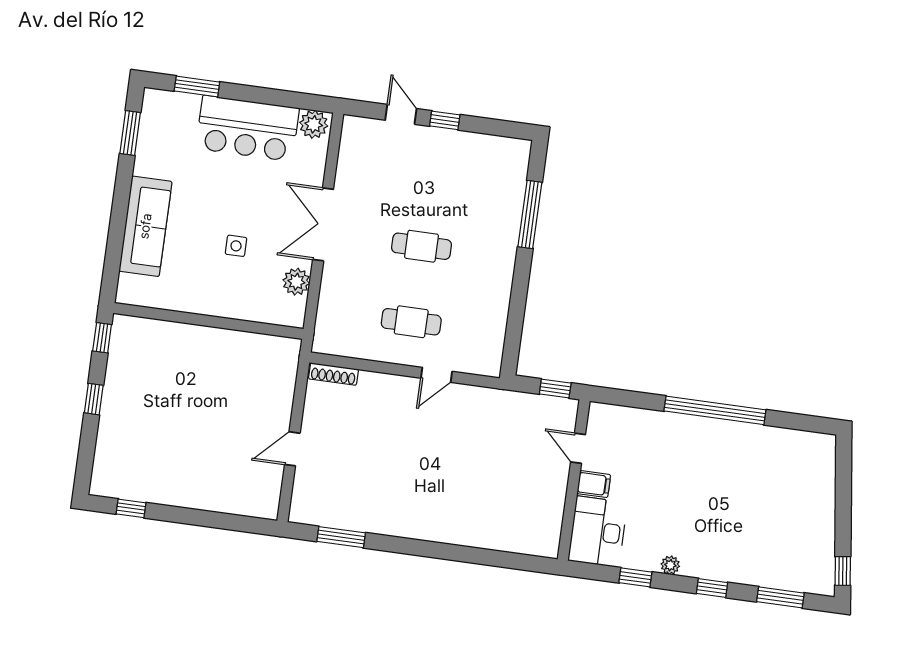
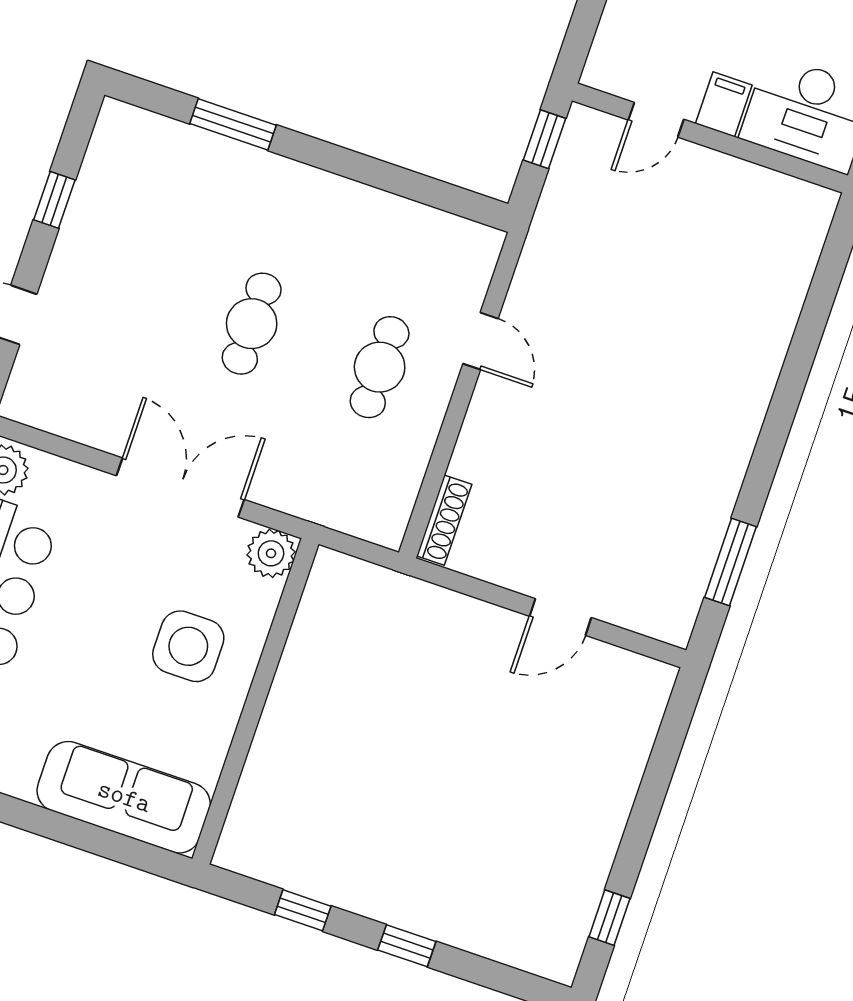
window: (445, 120) -> (54, 200), moved
window: (530, 214) -> (233, 124), width x0.69
double door: (323, 224) -> (180, 488), swing flipped
side table: (236, 246) -> (188, 646), width x1.87, depth x1.87
wall: (208, 321) -> (256, 701), moved
door: (292, 449) -> (560, 617), hinge flipped

